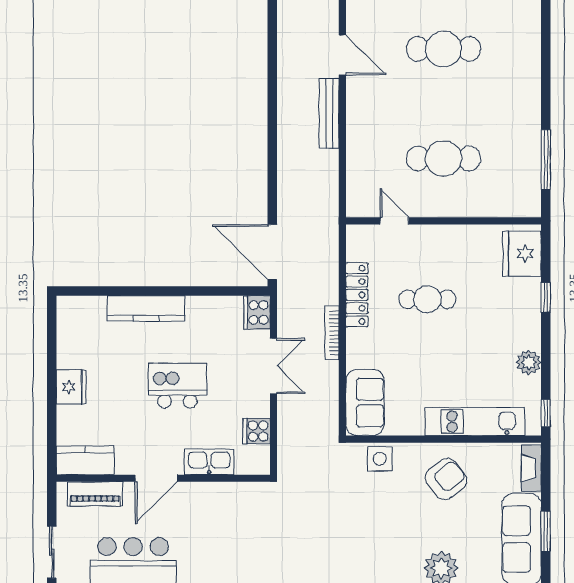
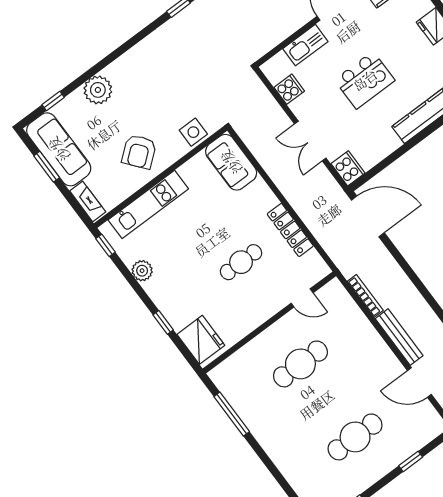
bookcase: (332, 333) -> (365, 296), moved

